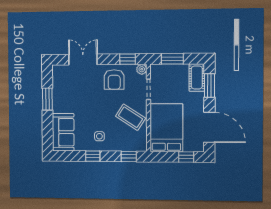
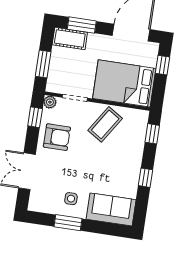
side table: (99, 136) -> (71, 199), moved

